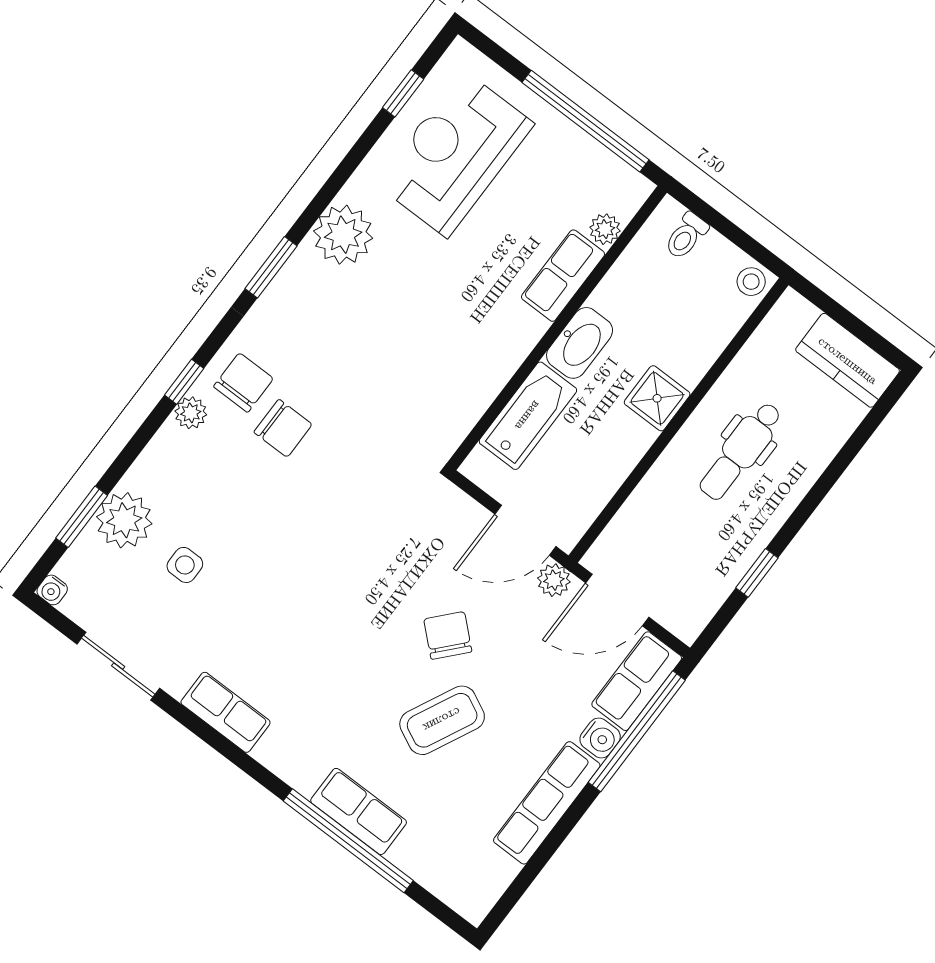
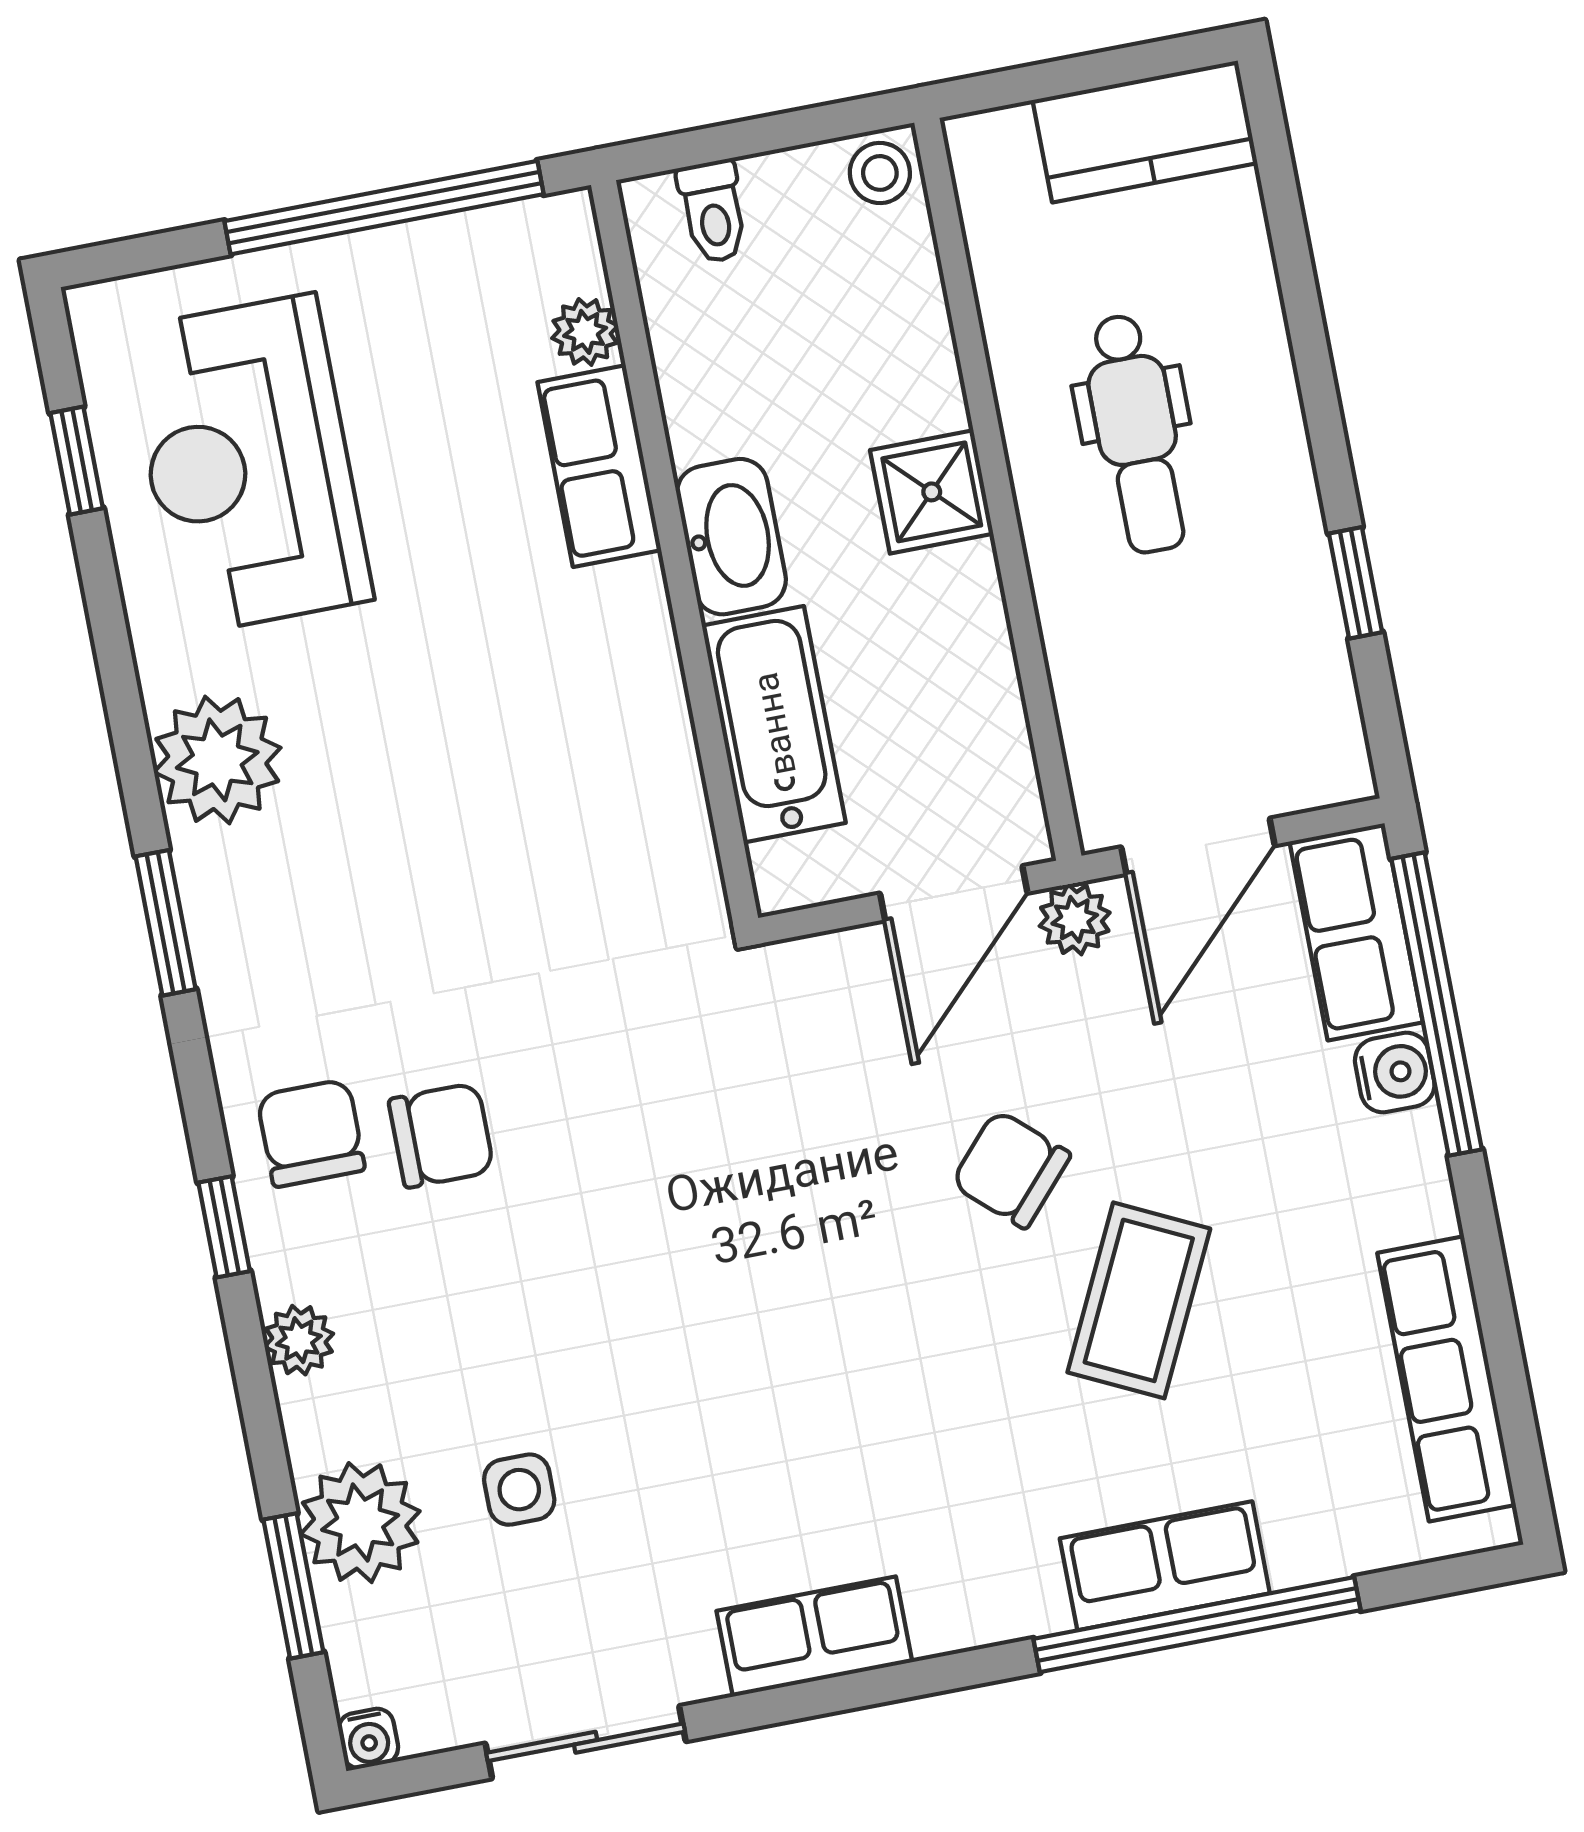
plant: (191, 413) -> (299, 1340), moved
row of seats: (547, 803) -> (1447, 1379), moved

